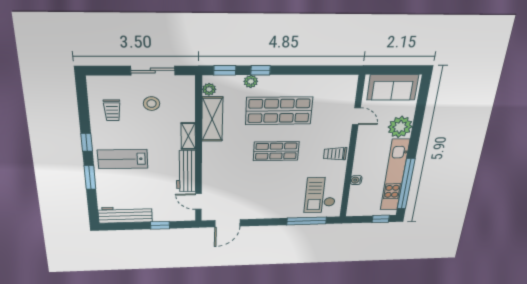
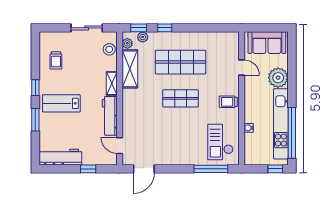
plant: (251, 81) -> (143, 37), moved
stool: (152, 104) -> (109, 49), moved

